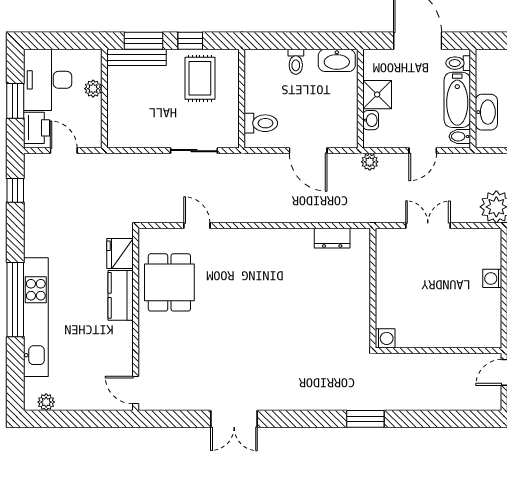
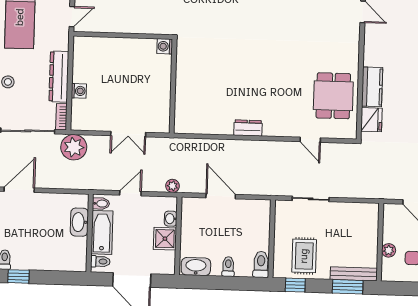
window: (190, 41) -> (295, 285), moved
toilet: (261, 123) -> (261, 264), moved, turned 90
dresser: (332, 238) -> (248, 128), moved

